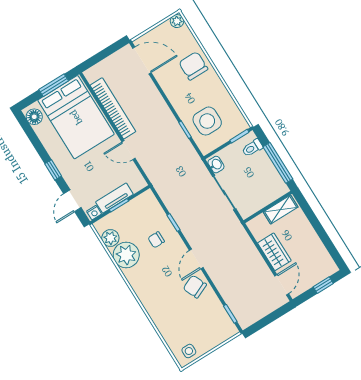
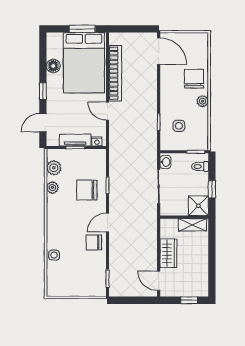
plant: (177, 21) -> (203, 101), moved
floor lamp: (34, 117) -> (53, 66), moved
side table: (207, 121) -> (179, 126), width x0.54, depth x0.54
window: (278, 163) -> (212, 189), width x0.46
shower: (275, 187) -> (198, 206), added
nightstand: (94, 213) -> (97, 141), moved
chair: (156, 240) -> (87, 190), width x1.87, depth x1.87
plant: (126, 255) -> (52, 187), width x0.53, depth x0.53
door: (282, 285) -> (159, 281), swing flipped
chair: (195, 287) -> (94, 242), turned -66
side table: (189, 351) -> (54, 255), moved

